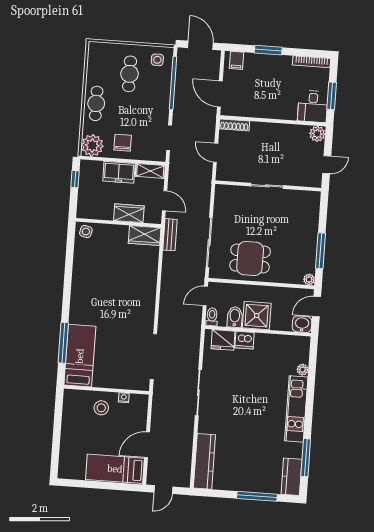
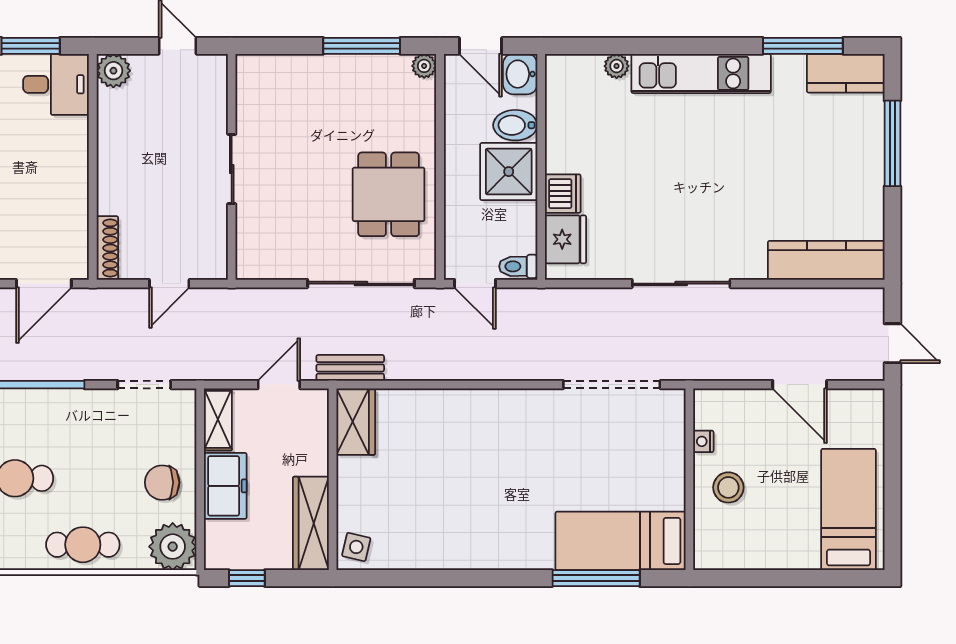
wardrobe: (129, 213) -> (311, 523), moved, width x1.50
bidet: (235, 317) -> (515, 125), moved
bed: (115, 469) -> (848, 510), moved, turned 180

